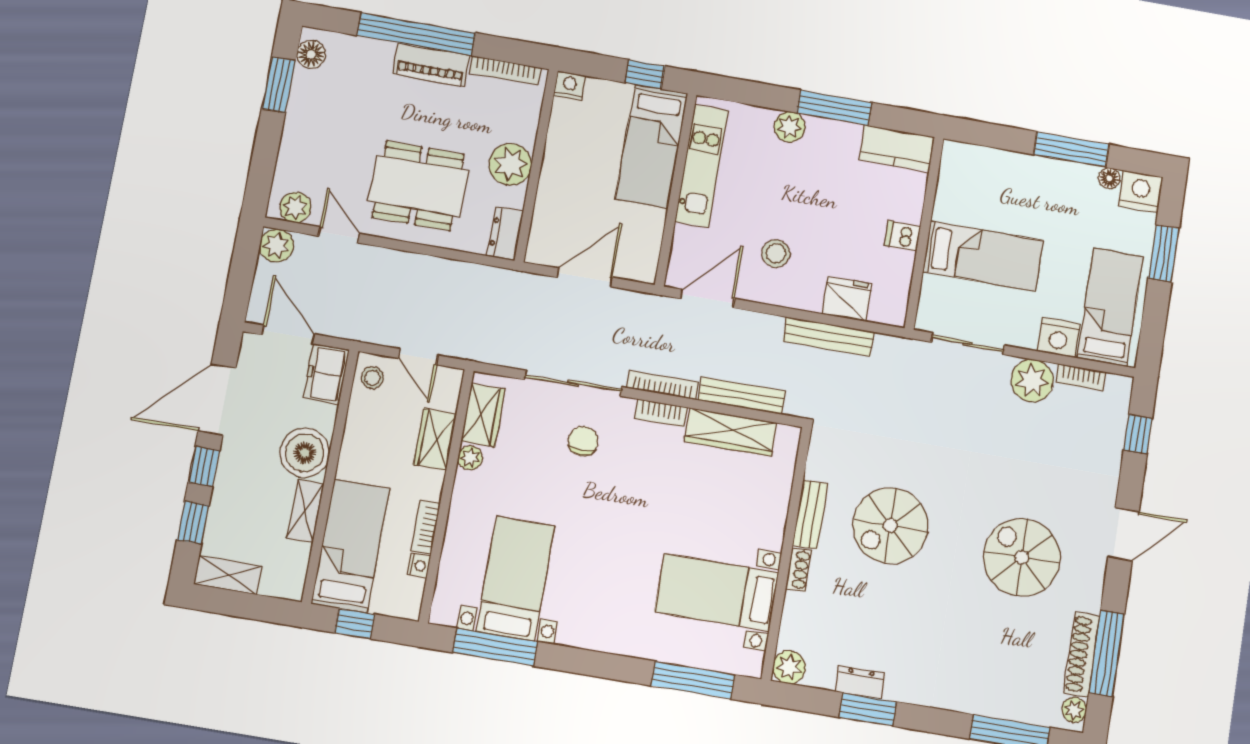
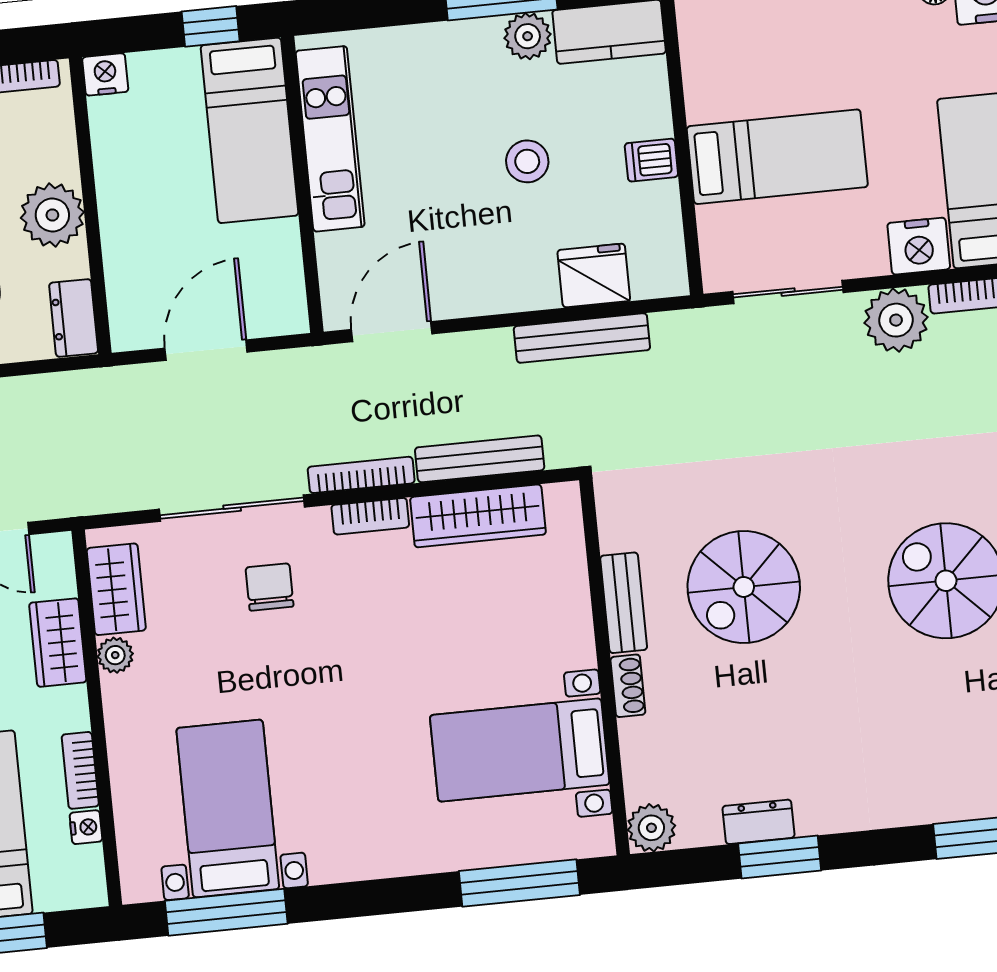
plant: (790, 127) -> (528, 36), moved
stool: (776, 253) -> (527, 161), moved

